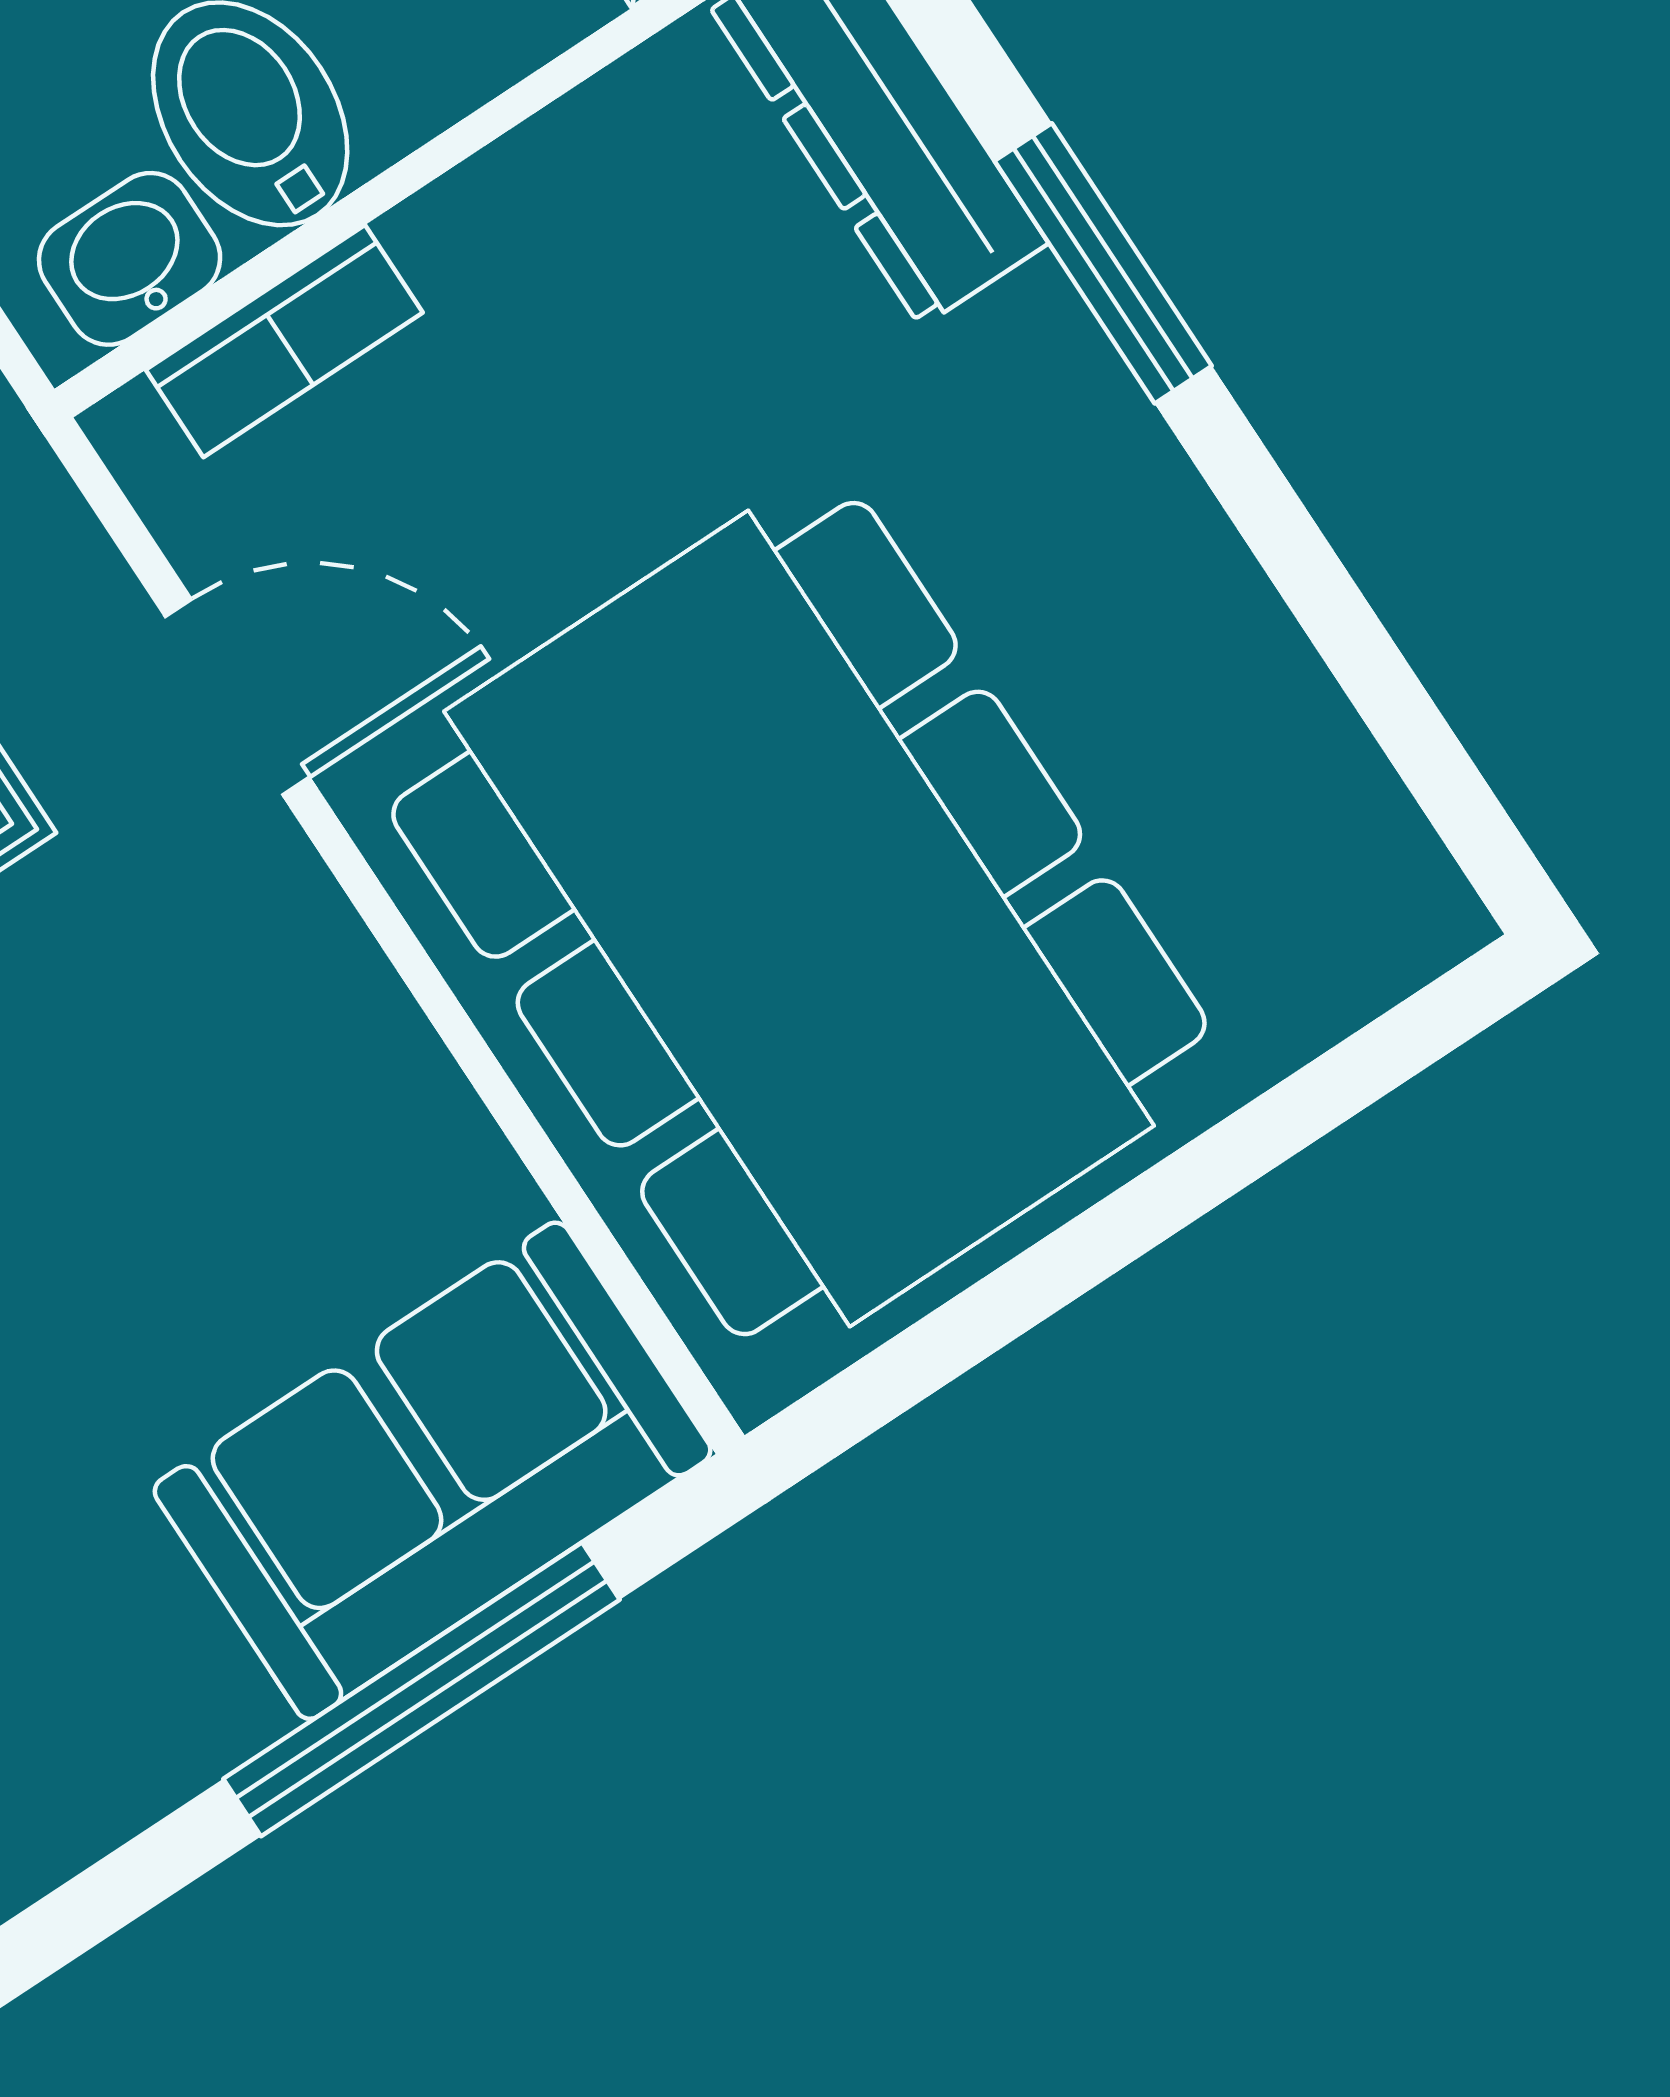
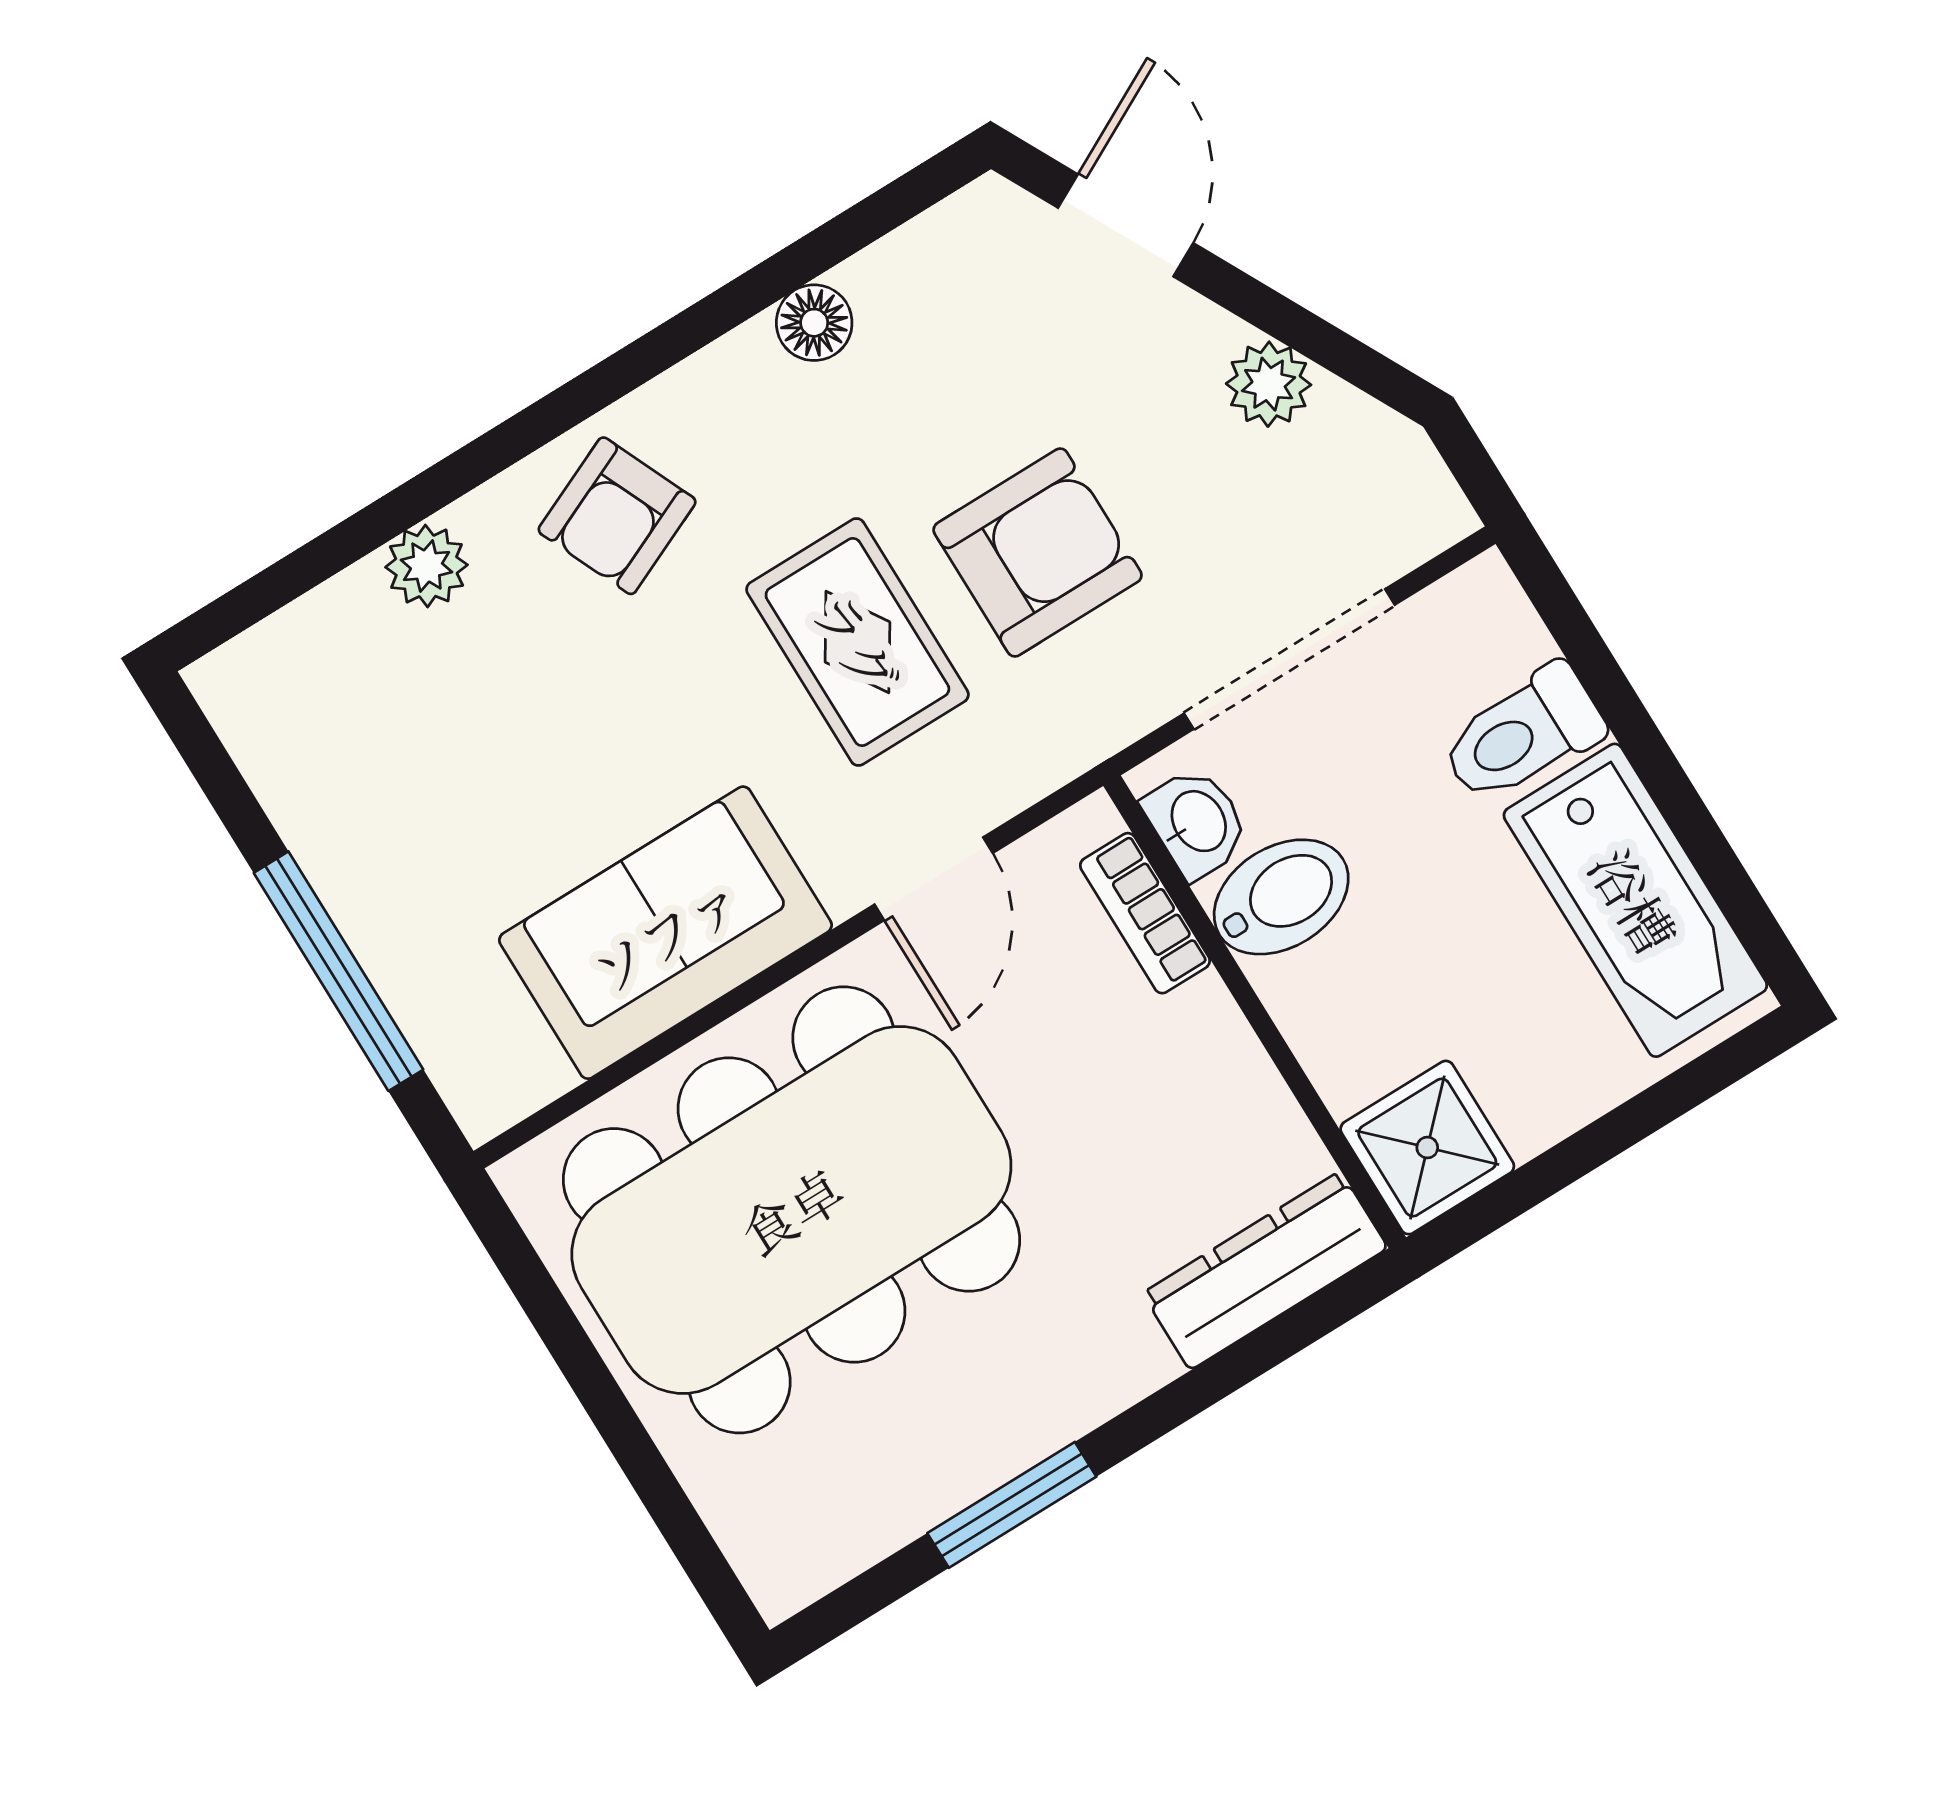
window: (1103, 263) -> (1012, 1505), moved
sofa: (433, 1471) -> (666, 933), moved, turned -90

